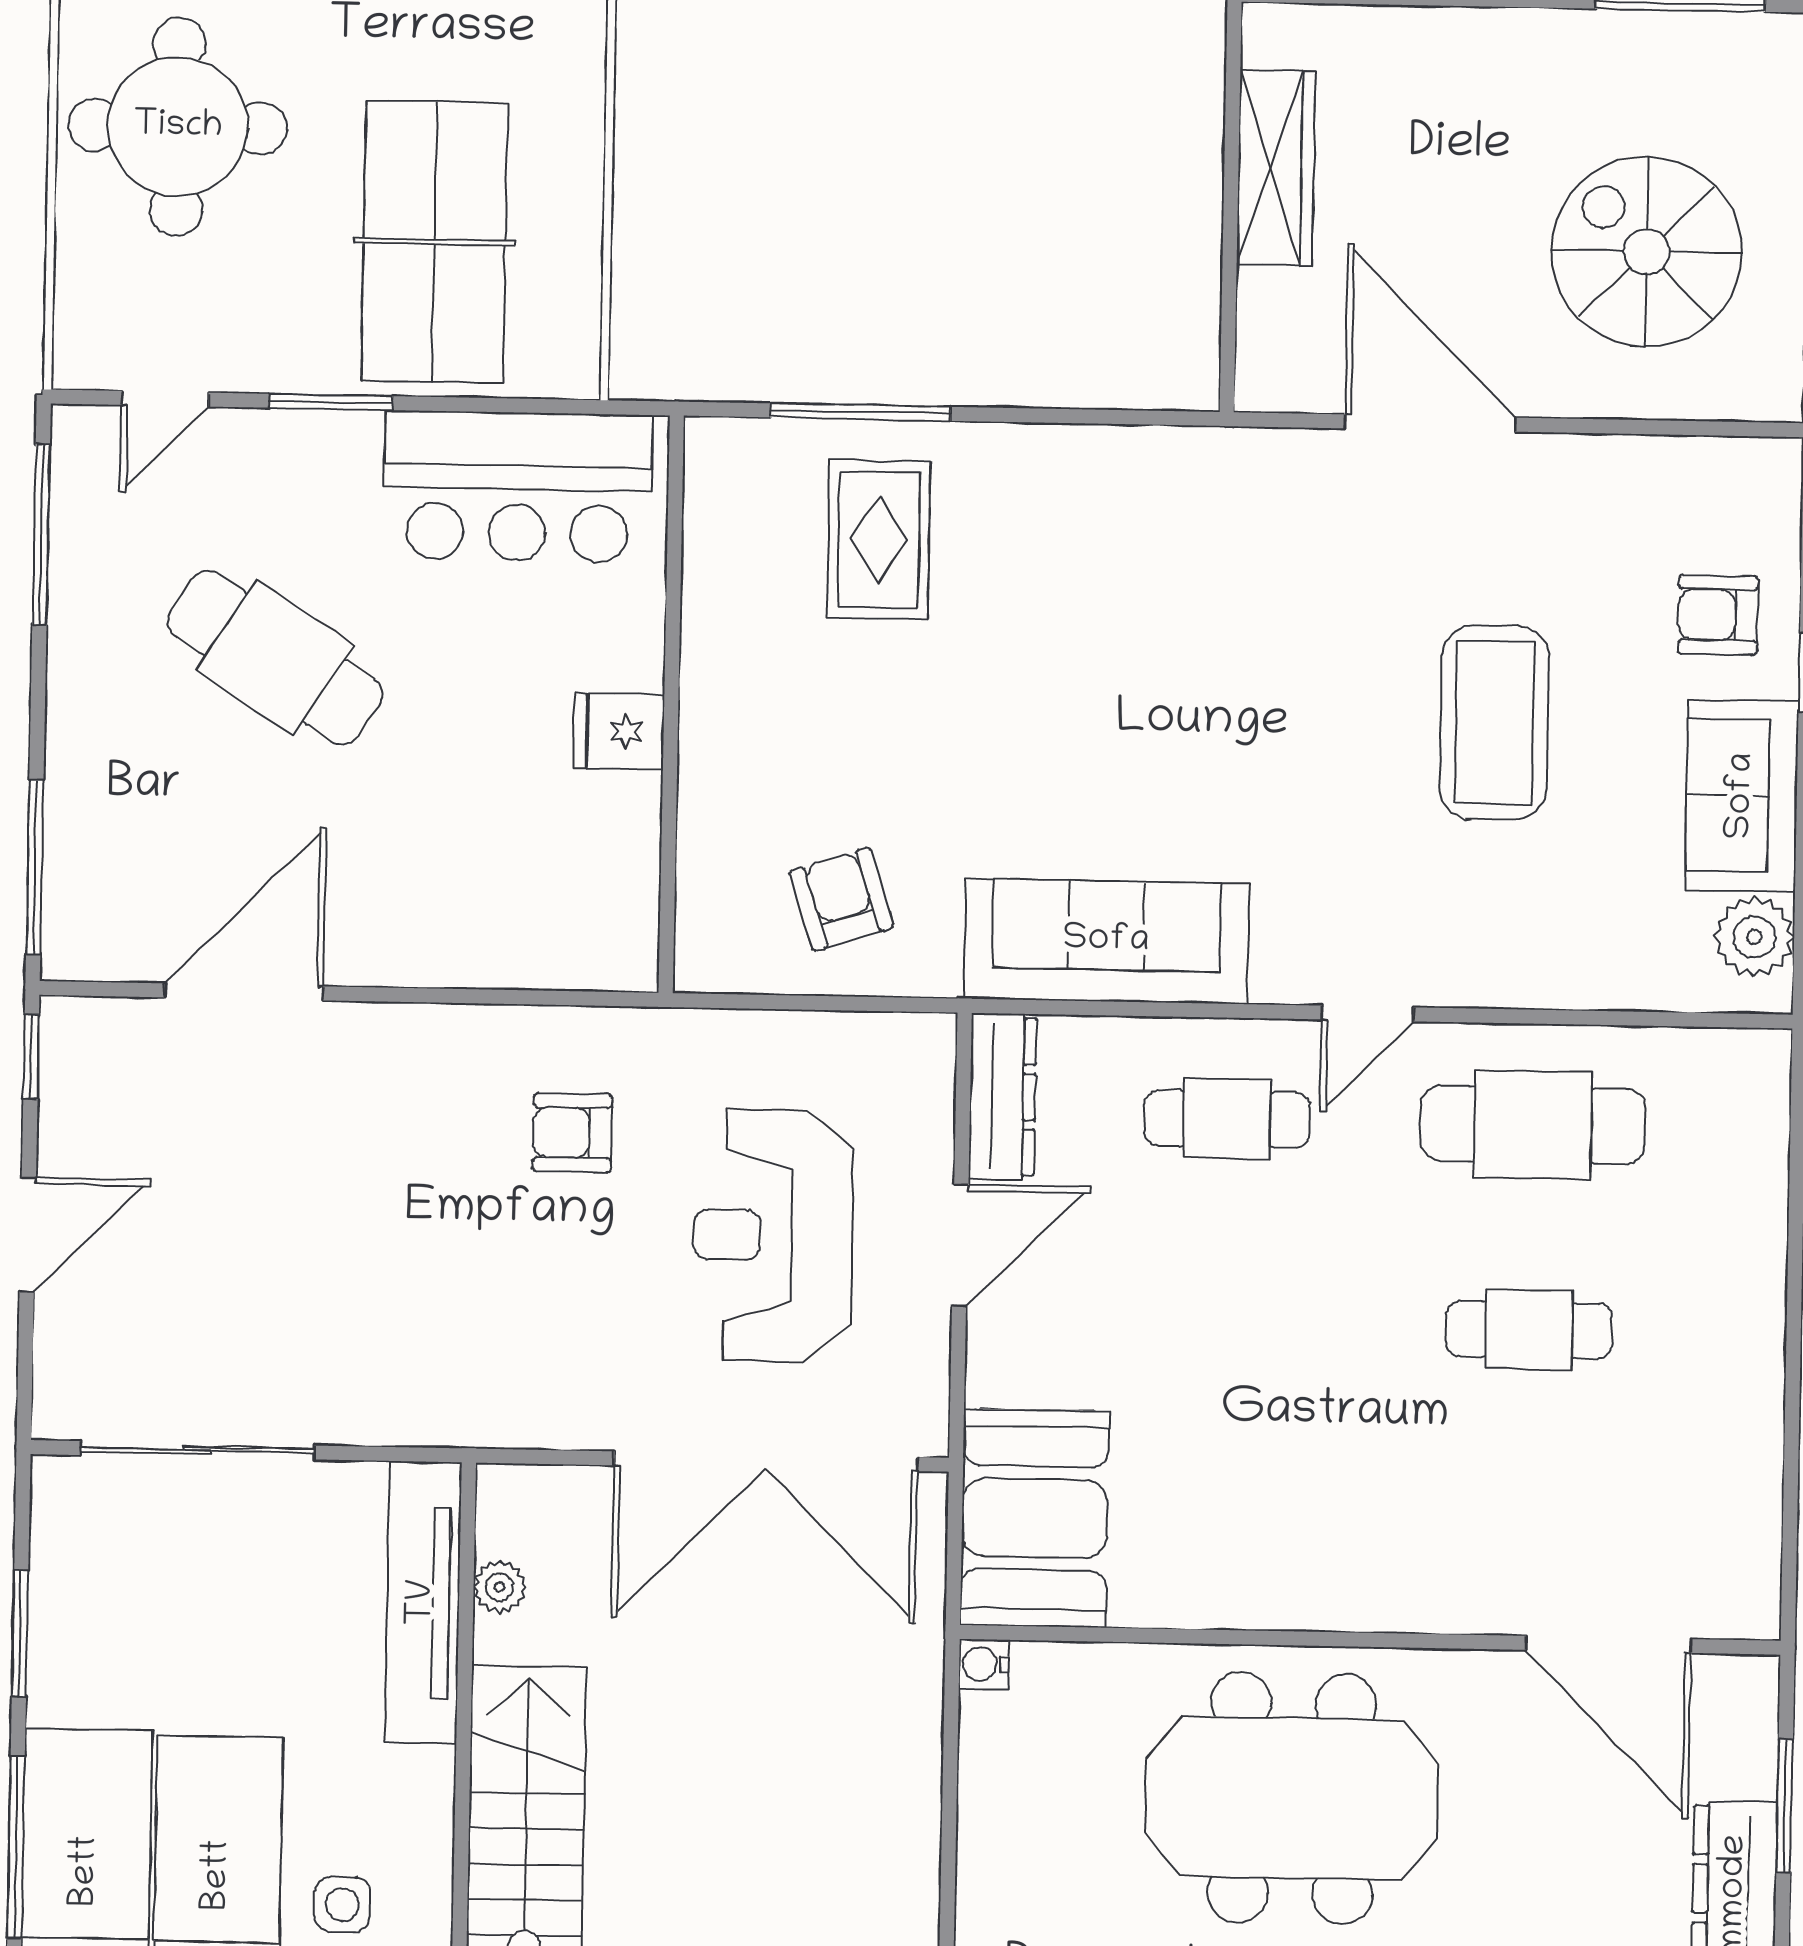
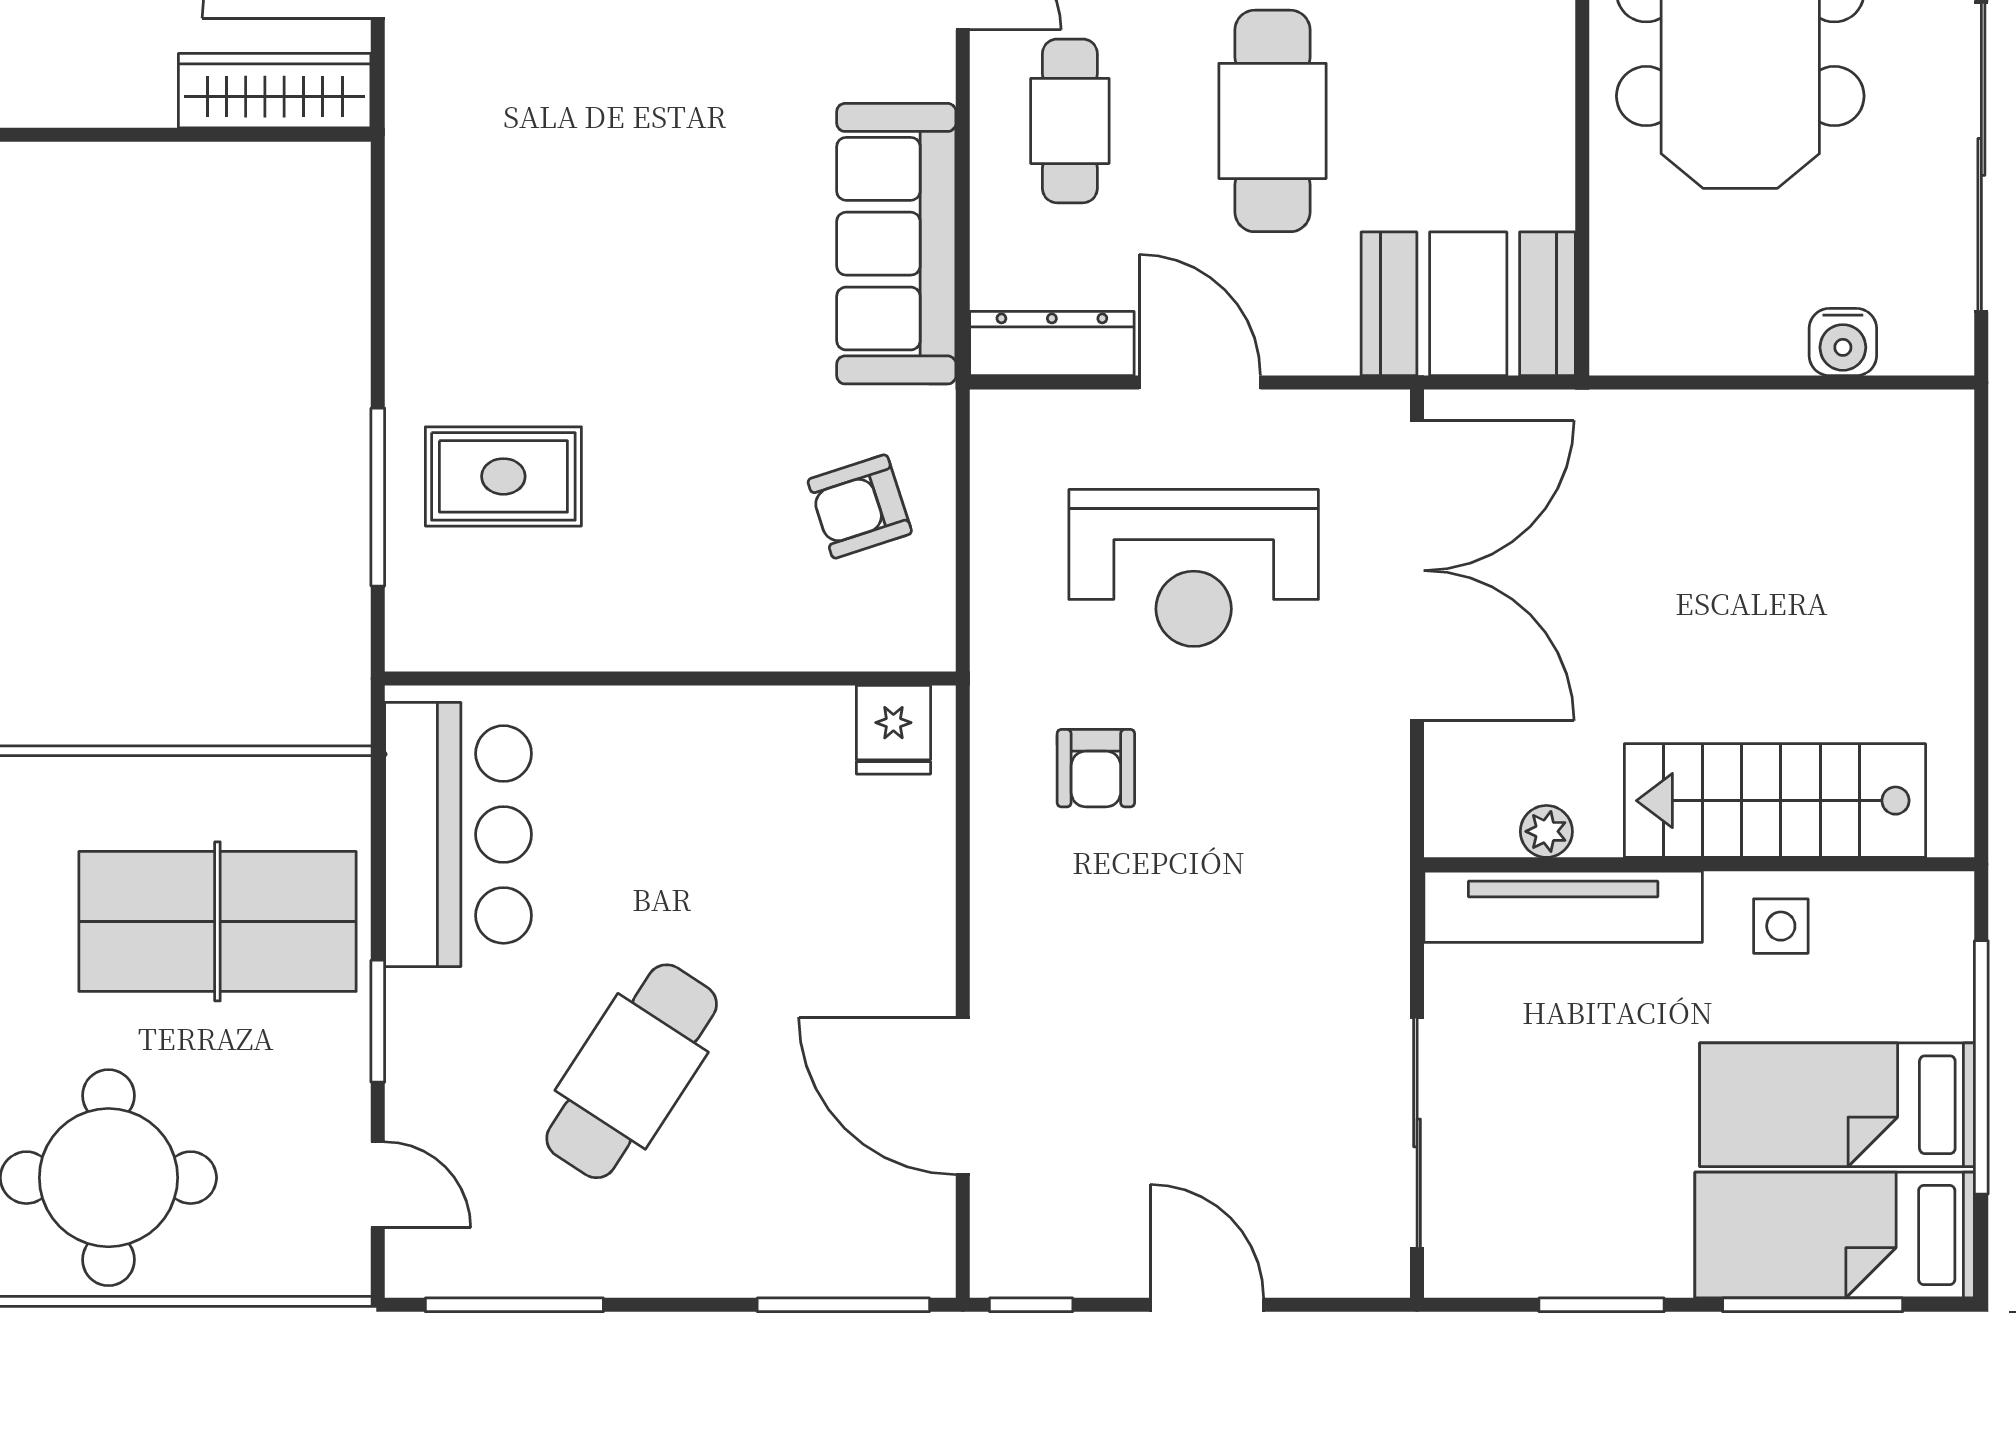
wardrobe: (1276, 167) -> (275, 91), moved
fridge: (619, 732) -> (893, 730), moved
cafe table: (1223, 1324) -> (1272, 121), added
water cooler: (984, 1664) -> (1843, 342), moved, width x1.38, depth x1.38
side table: (342, 1904) -> (1781, 926), moved

